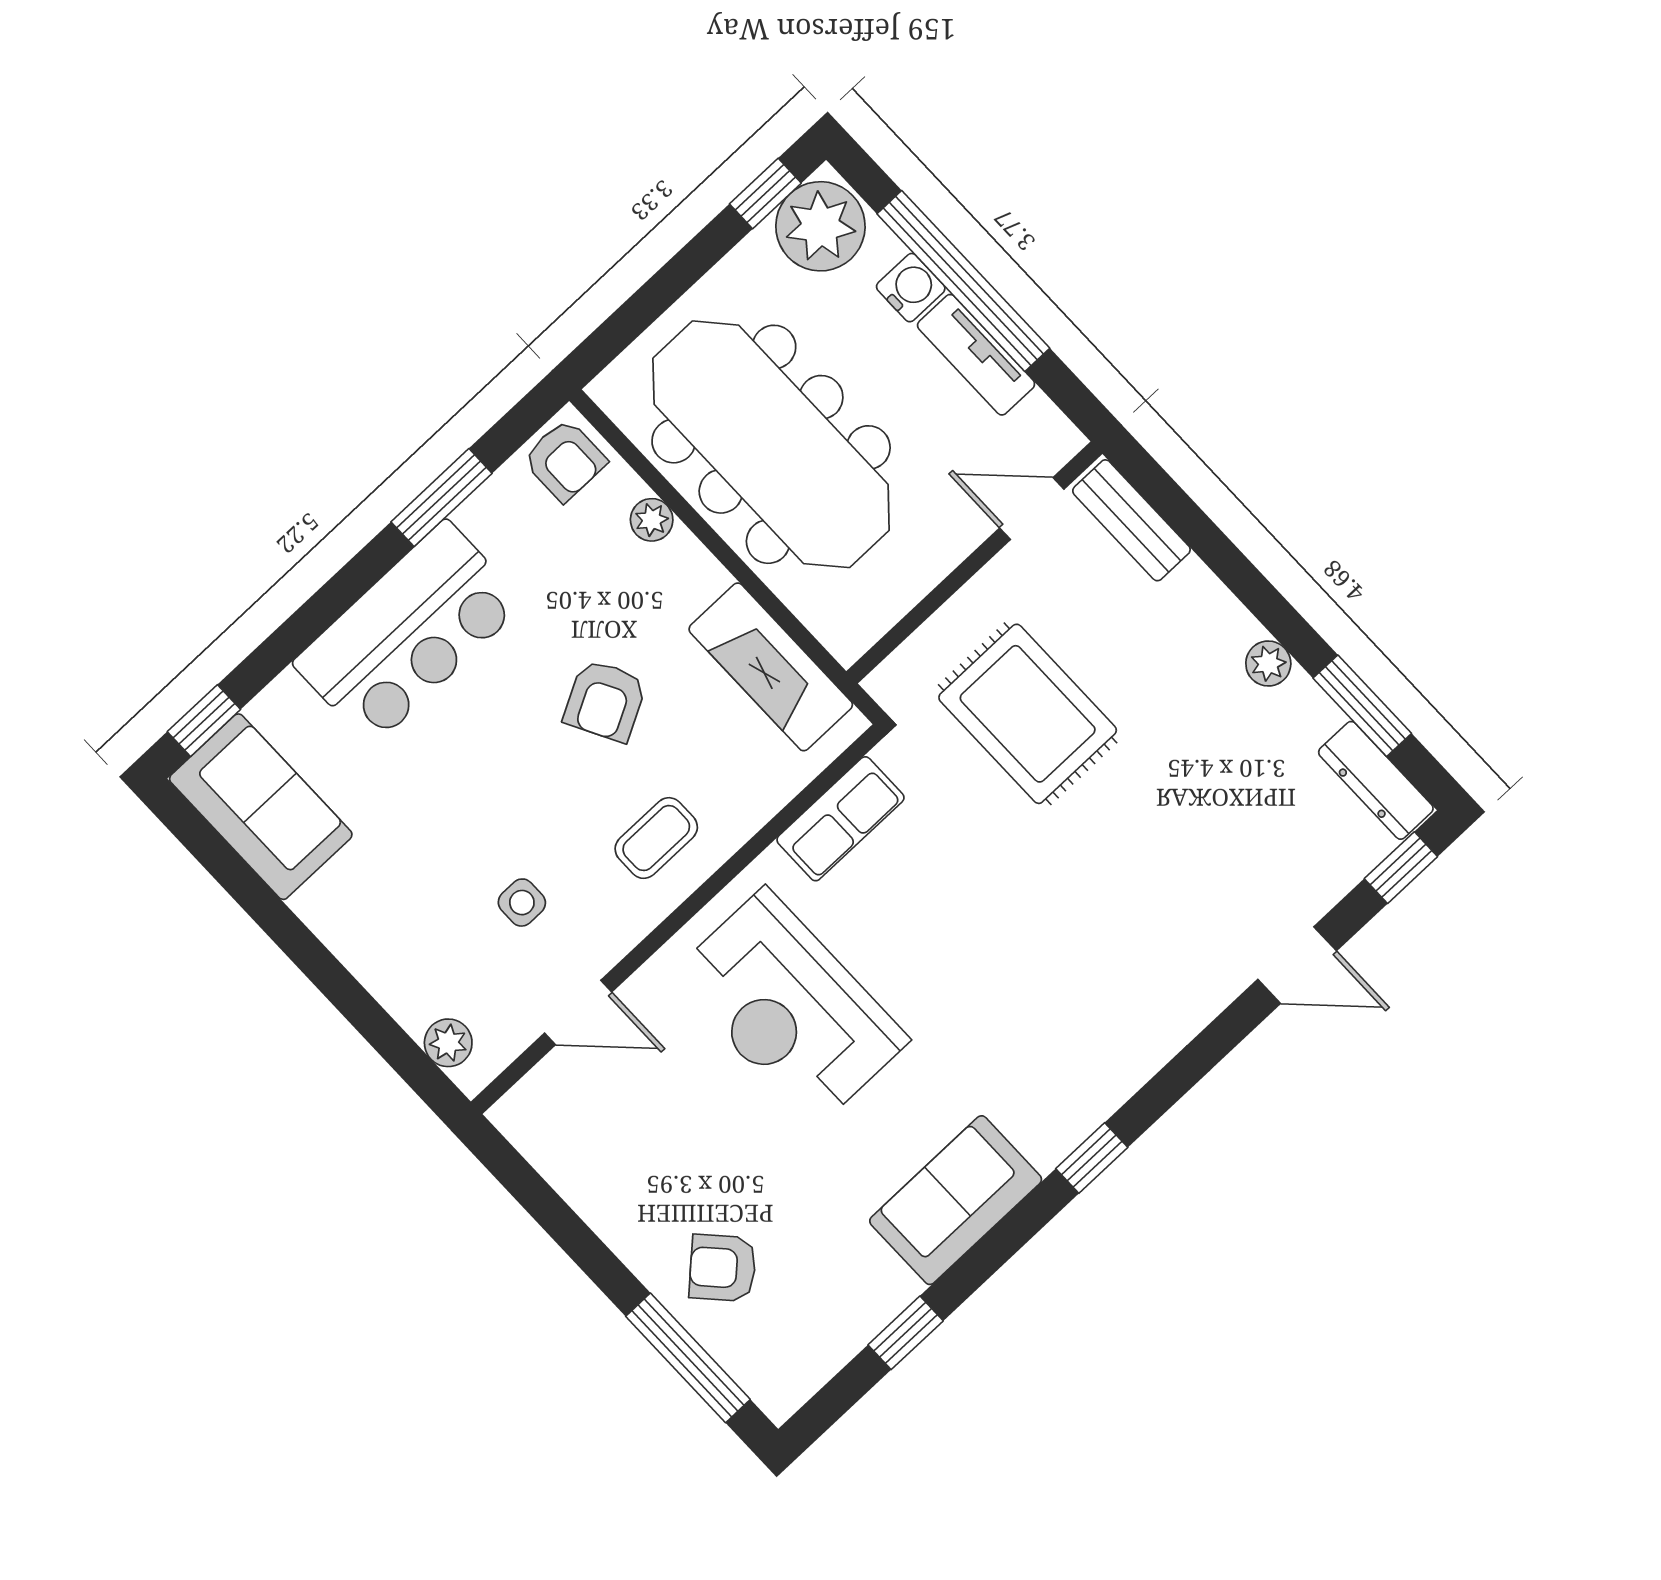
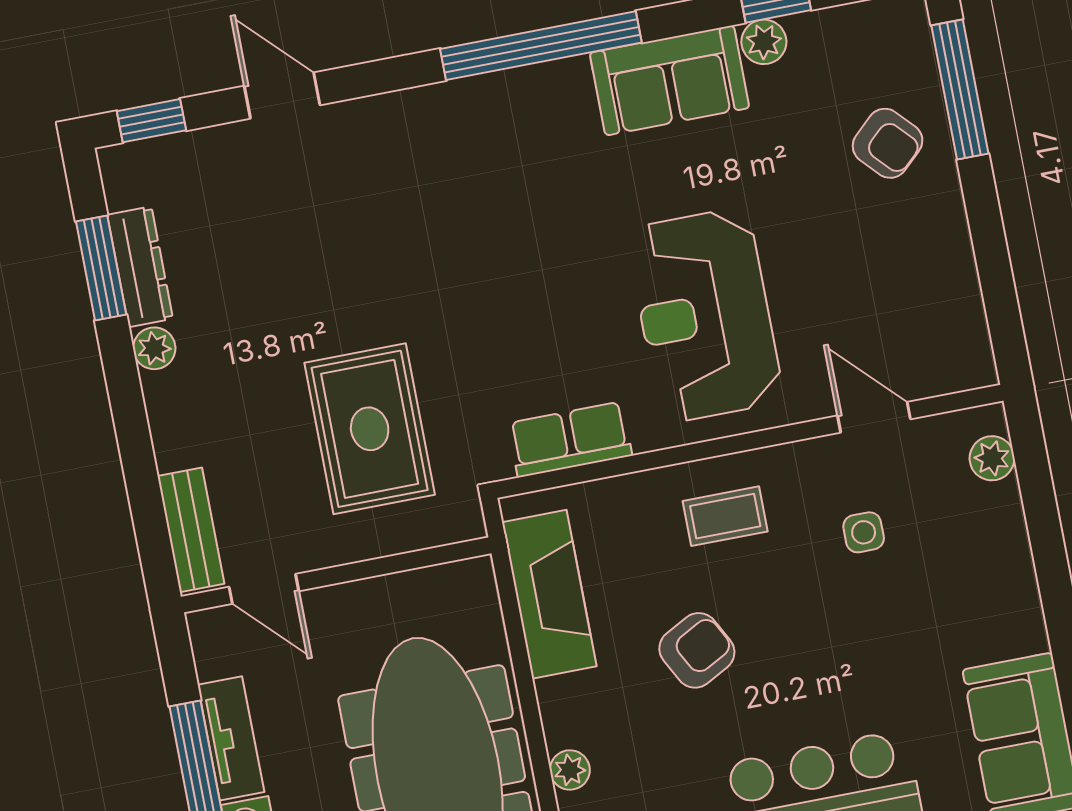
dresser: (1376, 780) -> (140, 267), moved
reception desk: (790, 1008) -> (705, 315), turned 180
window: (1092, 1158) -> (541, 46), width x3.17
plant: (892, 1289) -> (764, 42), added

